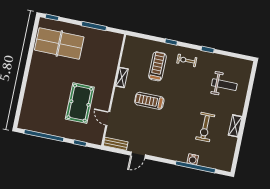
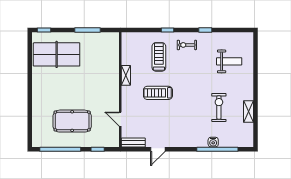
pool table: (80, 103) -> (72, 121), moved, turned 90
shelving: (235, 126) -> (248, 112), moved
exercise bike: (205, 127) -> (219, 107), turned 180

